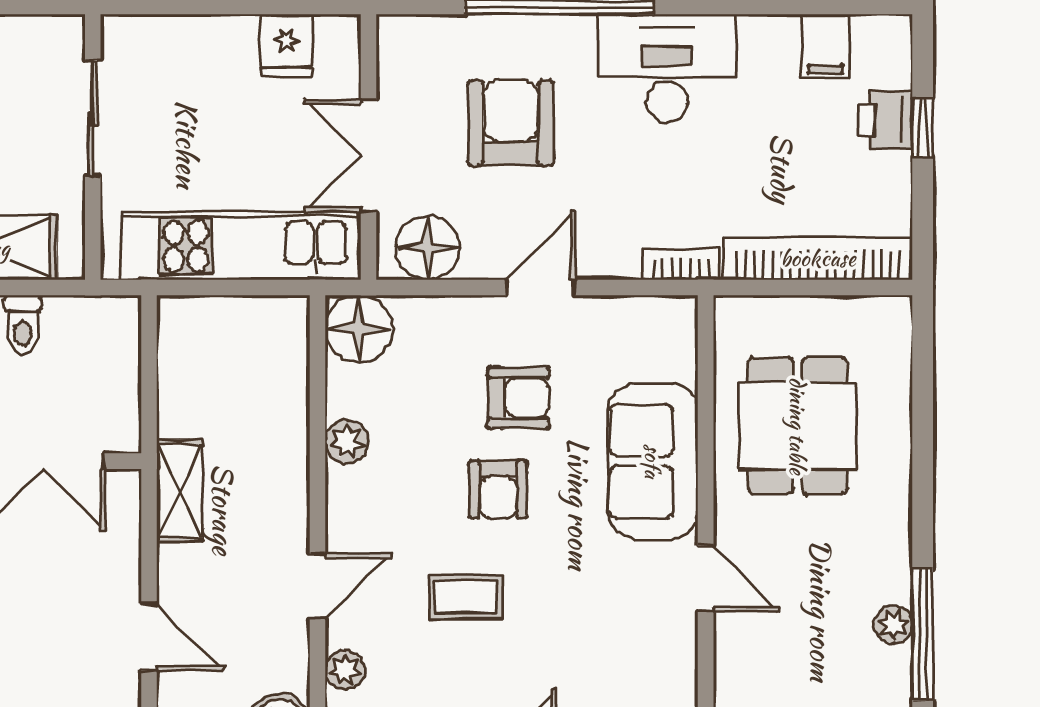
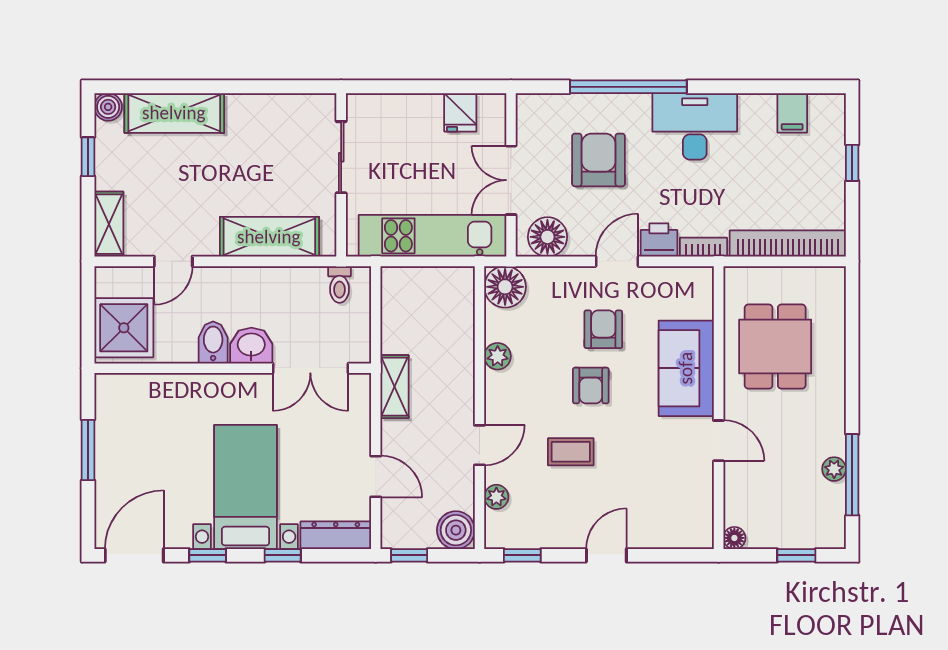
printer: (885, 120) -> (659, 240), moved, turned 90
toilet: (23, 325) -> (339, 284), moved
armchair: (519, 398) -> (603, 329), turned -90

